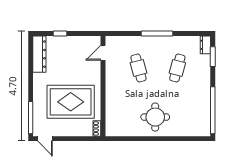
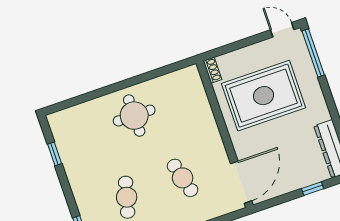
door: (103, 53) -> (241, 182), width x1.88
window: (213, 110) -> (55, 154), width x0.32

